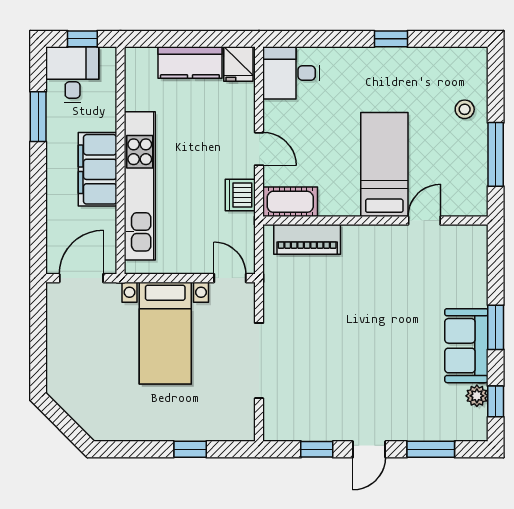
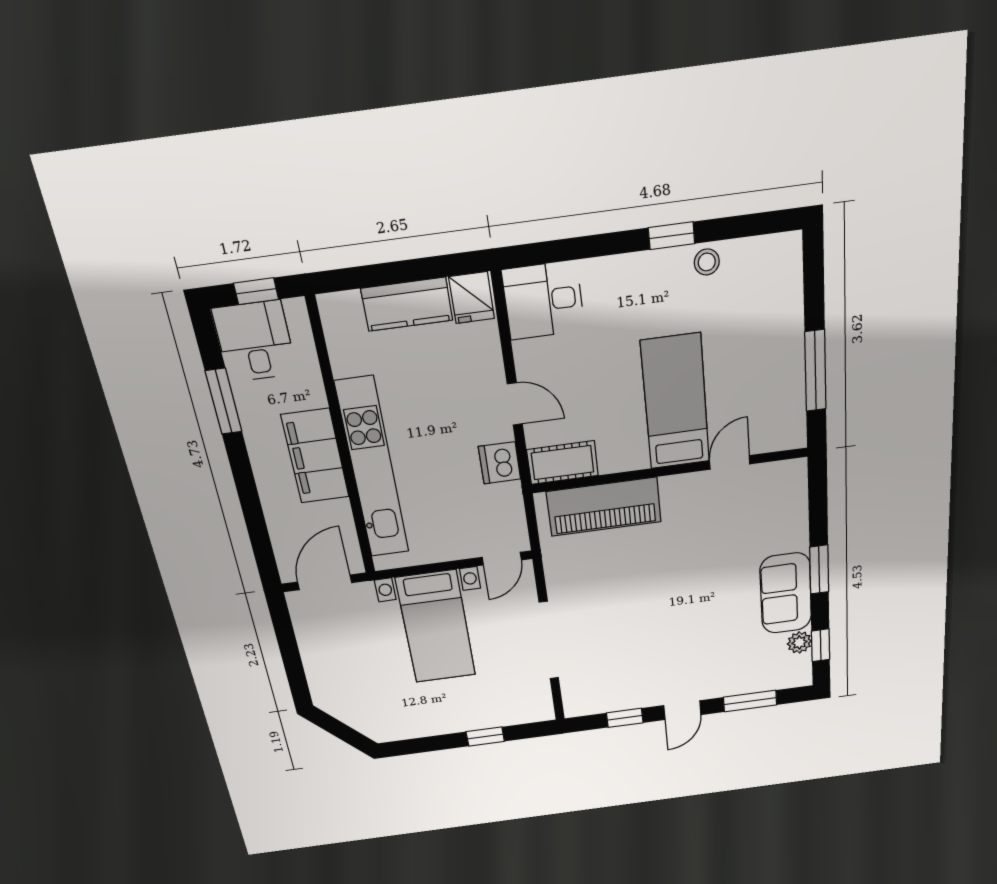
stool: (465, 109) -> (707, 262), moved
piano: (307, 239) -> (604, 507), width x1.37, depth x1.33
door: (230, 278) -> (502, 559), swing flipped

